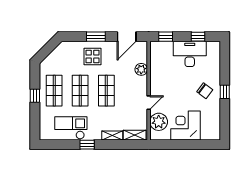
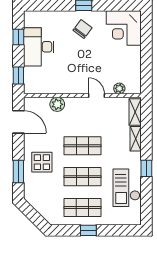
window: (96, 37) -> (18, 172), moved
plant: (159, 122) -> (119, 88), width x0.53, depth x0.53
corner desk: (185, 126) -> (124, 28), moved

